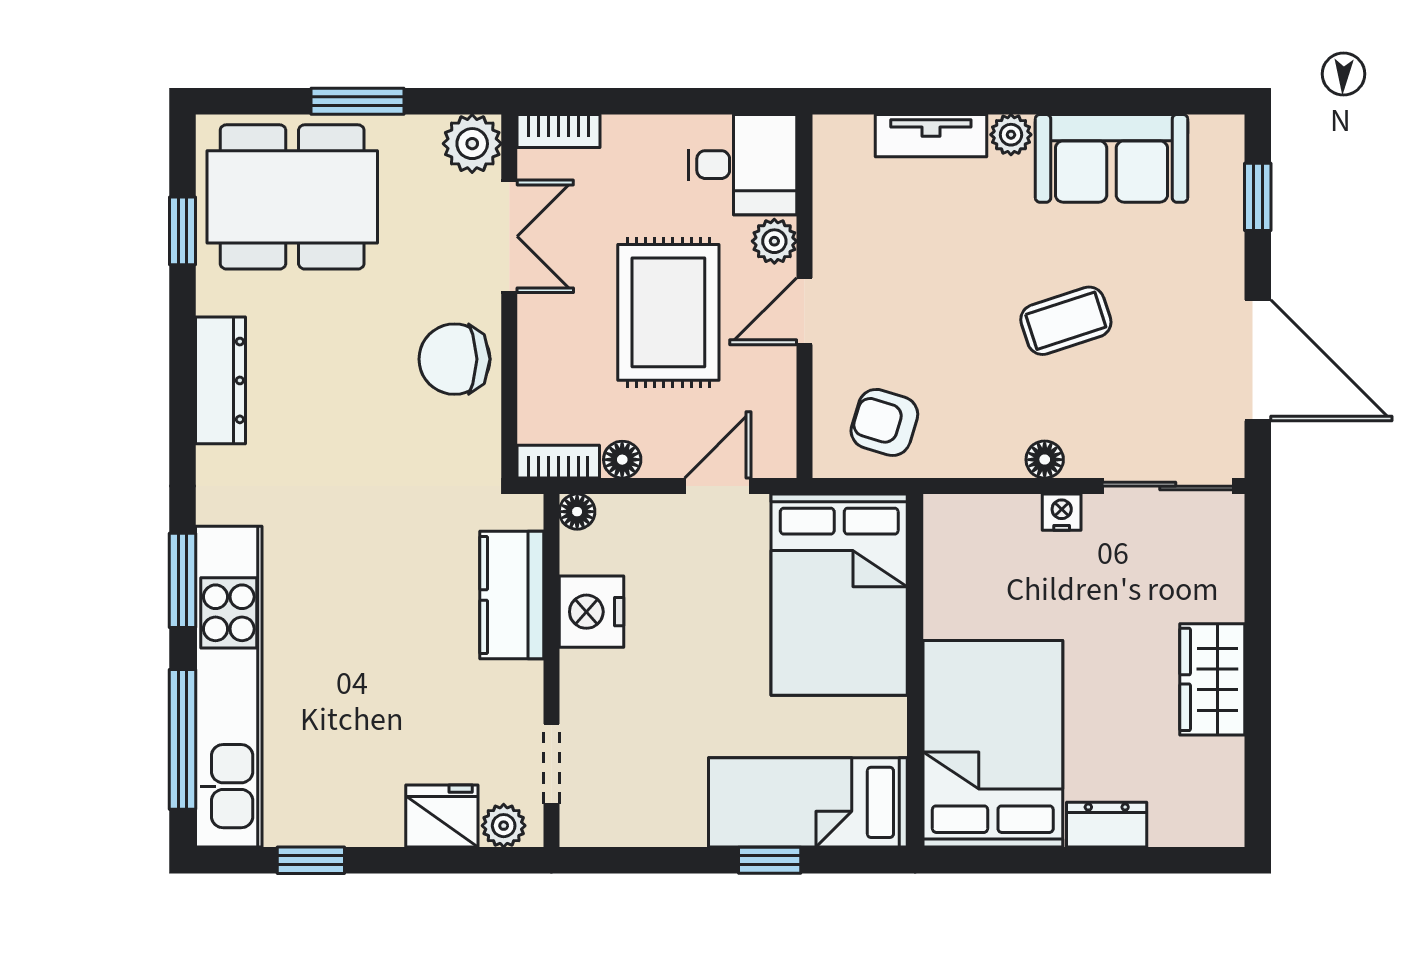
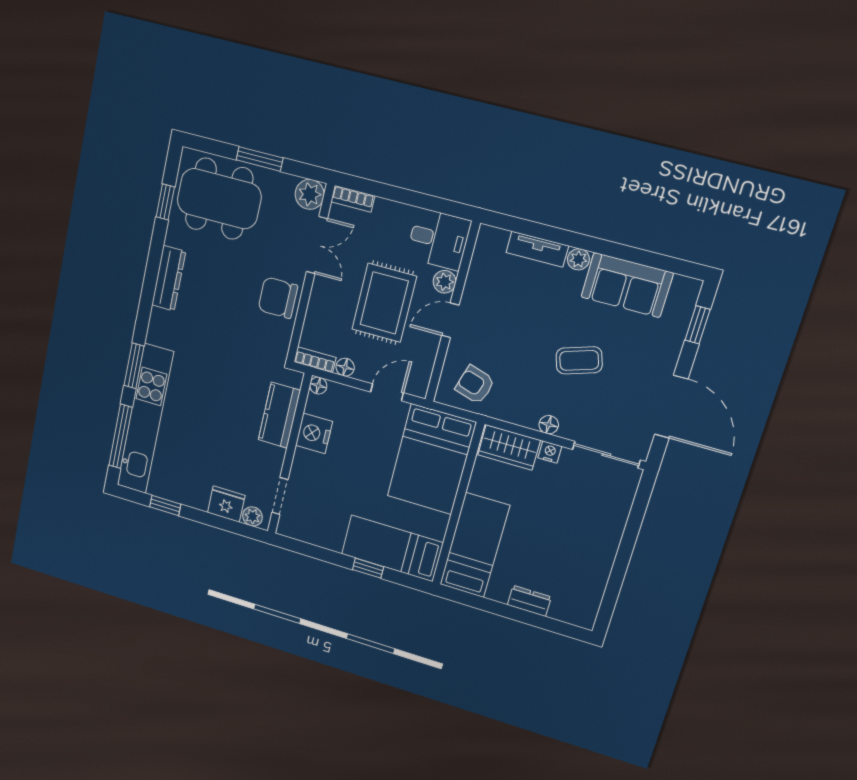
wardrobe: (1212, 679) -> (509, 448), moved, turned -90
bed: (993, 744) -> (475, 545), width x0.67

